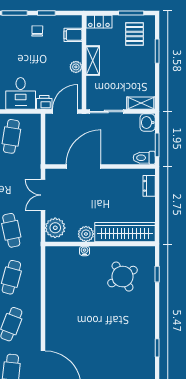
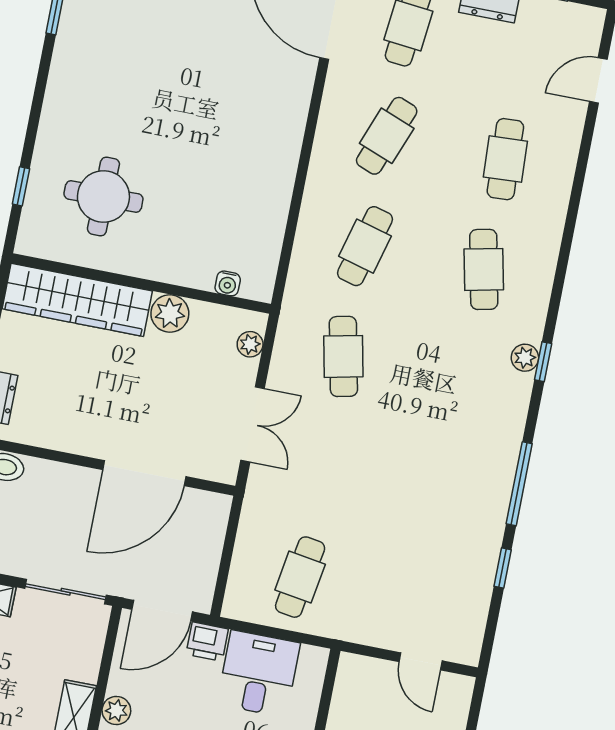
plant: (55, 228) -> (250, 344), width x0.53, depth x0.53
water cooler: (85, 251) -> (228, 283), moved
round table: (122, 277) -> (103, 197), turned 31

